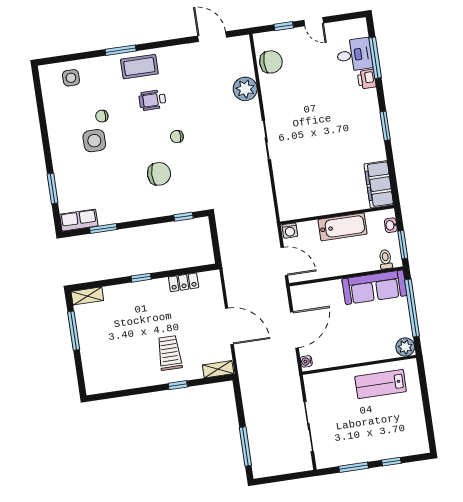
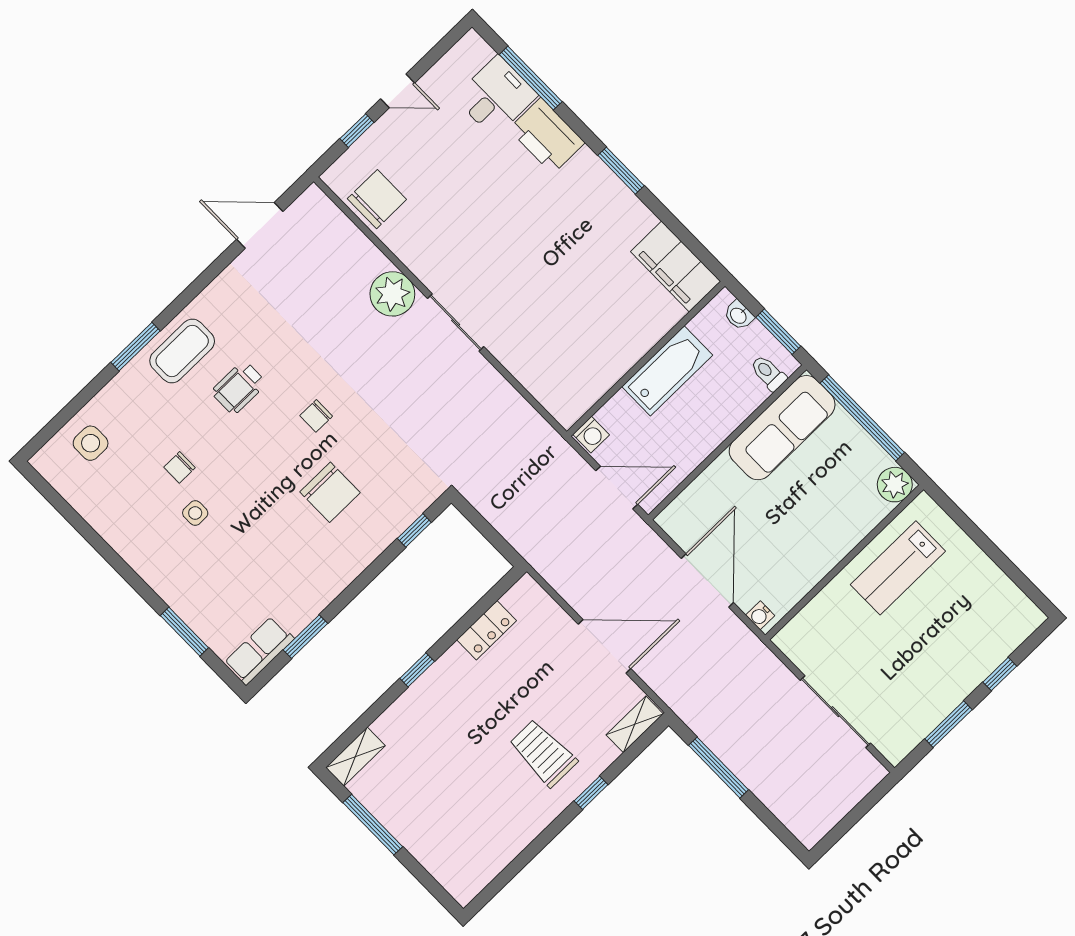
printer: (367, 79) -> (547, 136), width x1.87, depth x1.48
plant: (245, 89) -> (392, 294), moved
side table: (94, 141) -> (195, 513), width x0.54, depth x0.54
chair: (159, 174) -> (330, 492), turned 90
window: (245, 446) -> (718, 768), moved

